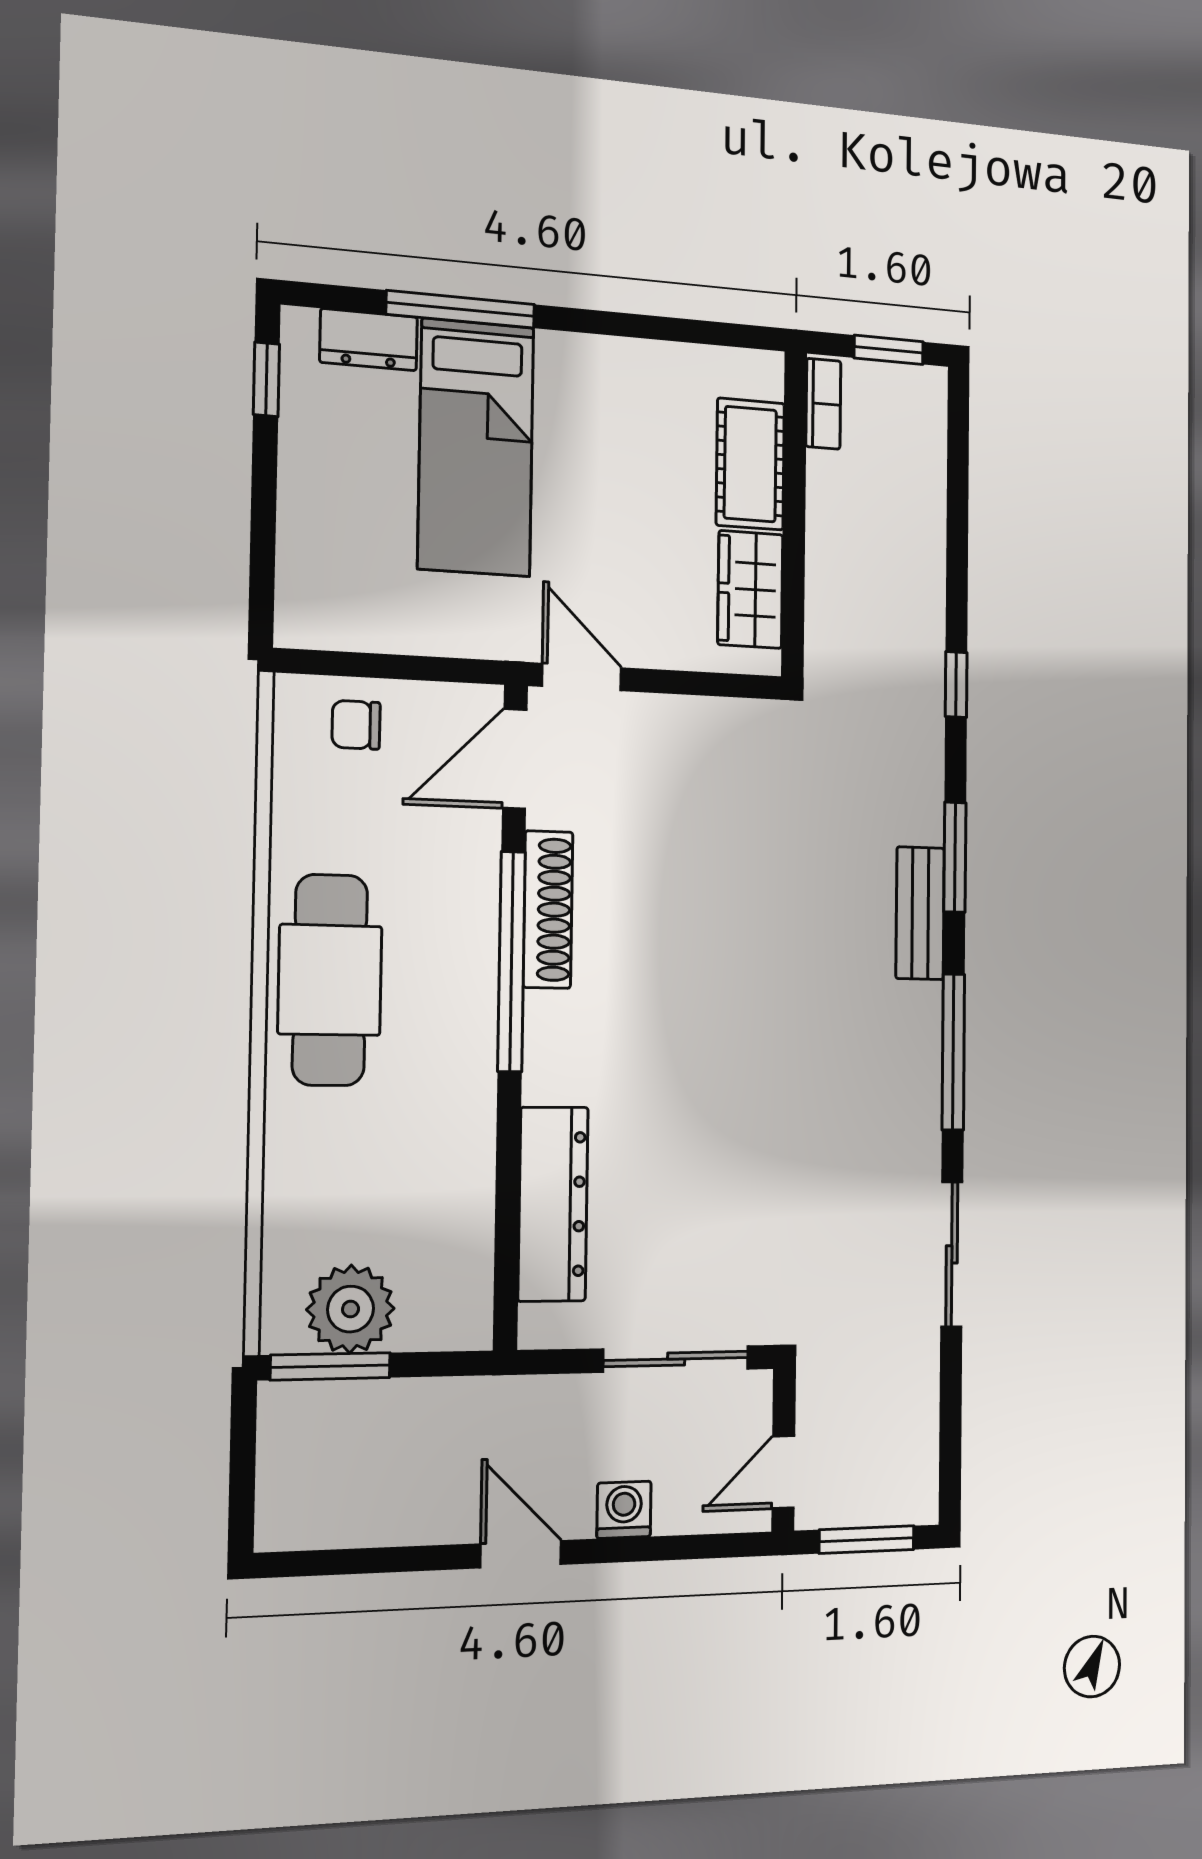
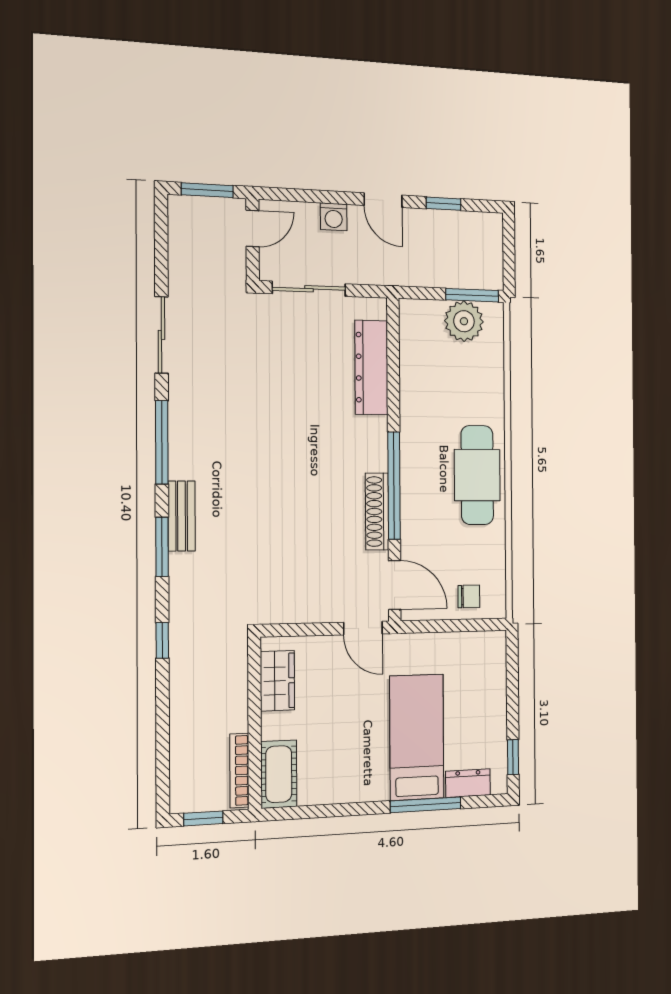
bookcase: (823, 404) -> (239, 771), width x1.56
cot: (750, 464) -> (279, 774), moved
door: (515, 759) -> (395, 585), hinge flipped
window: (389, 1560) -> (444, 204), added

